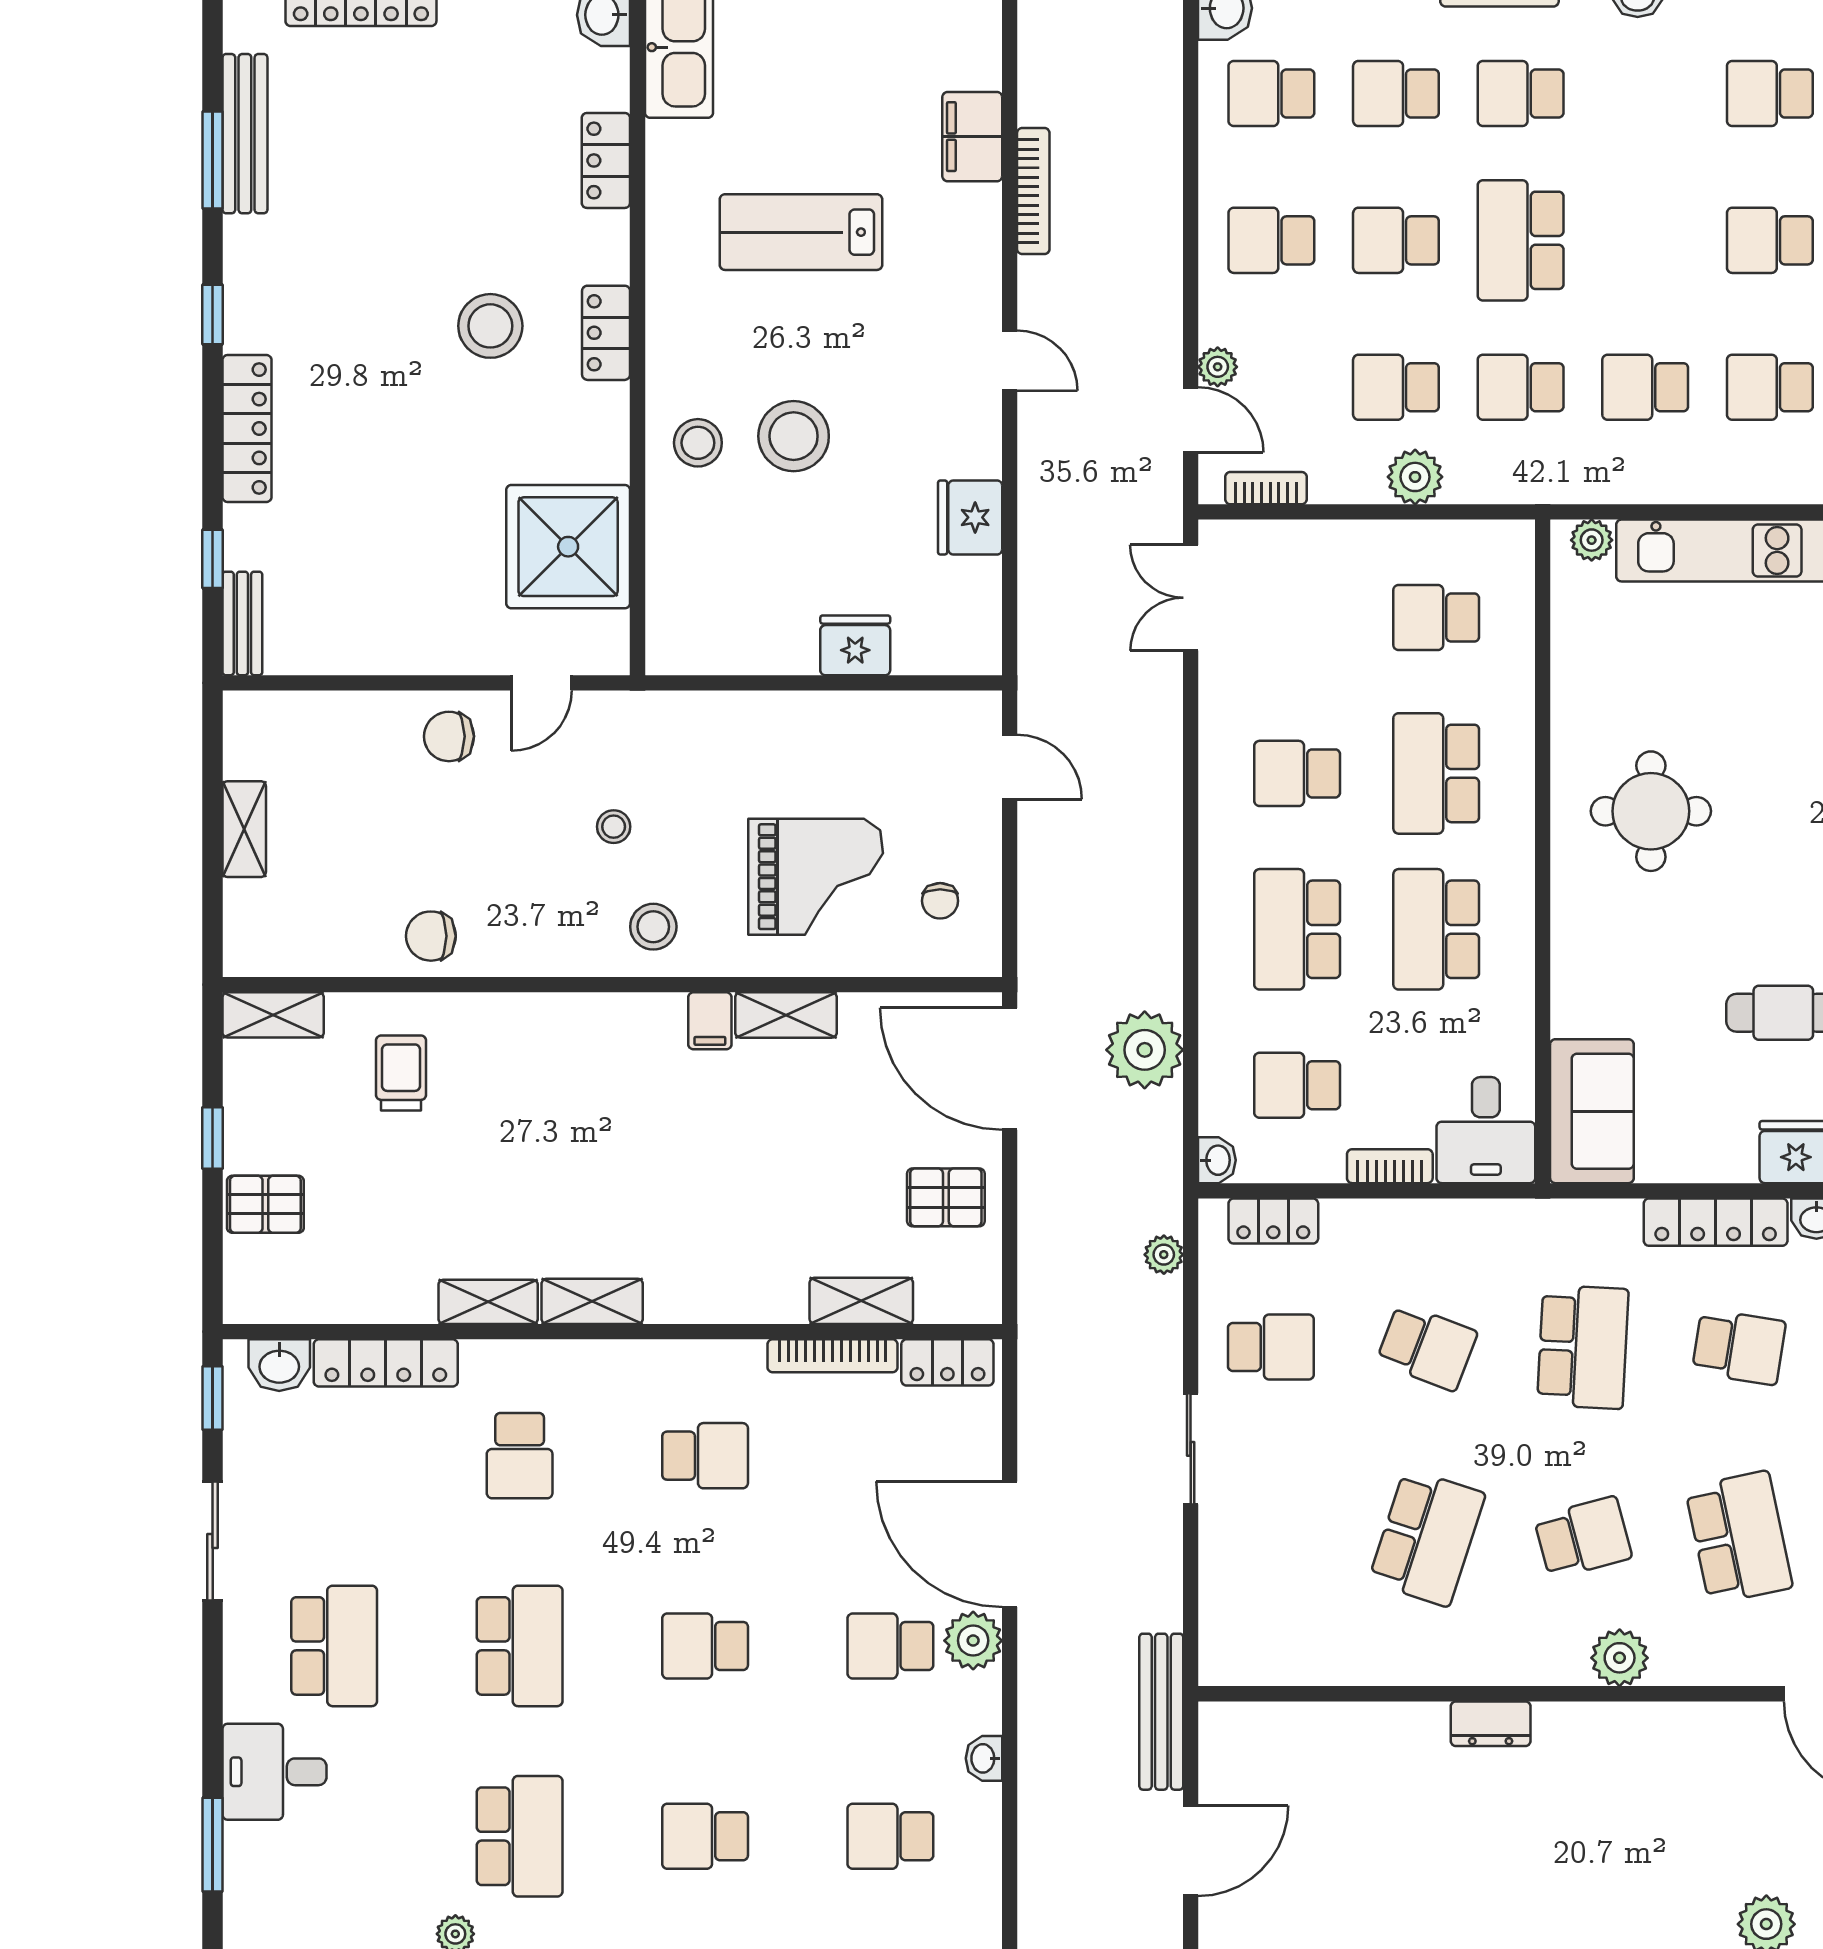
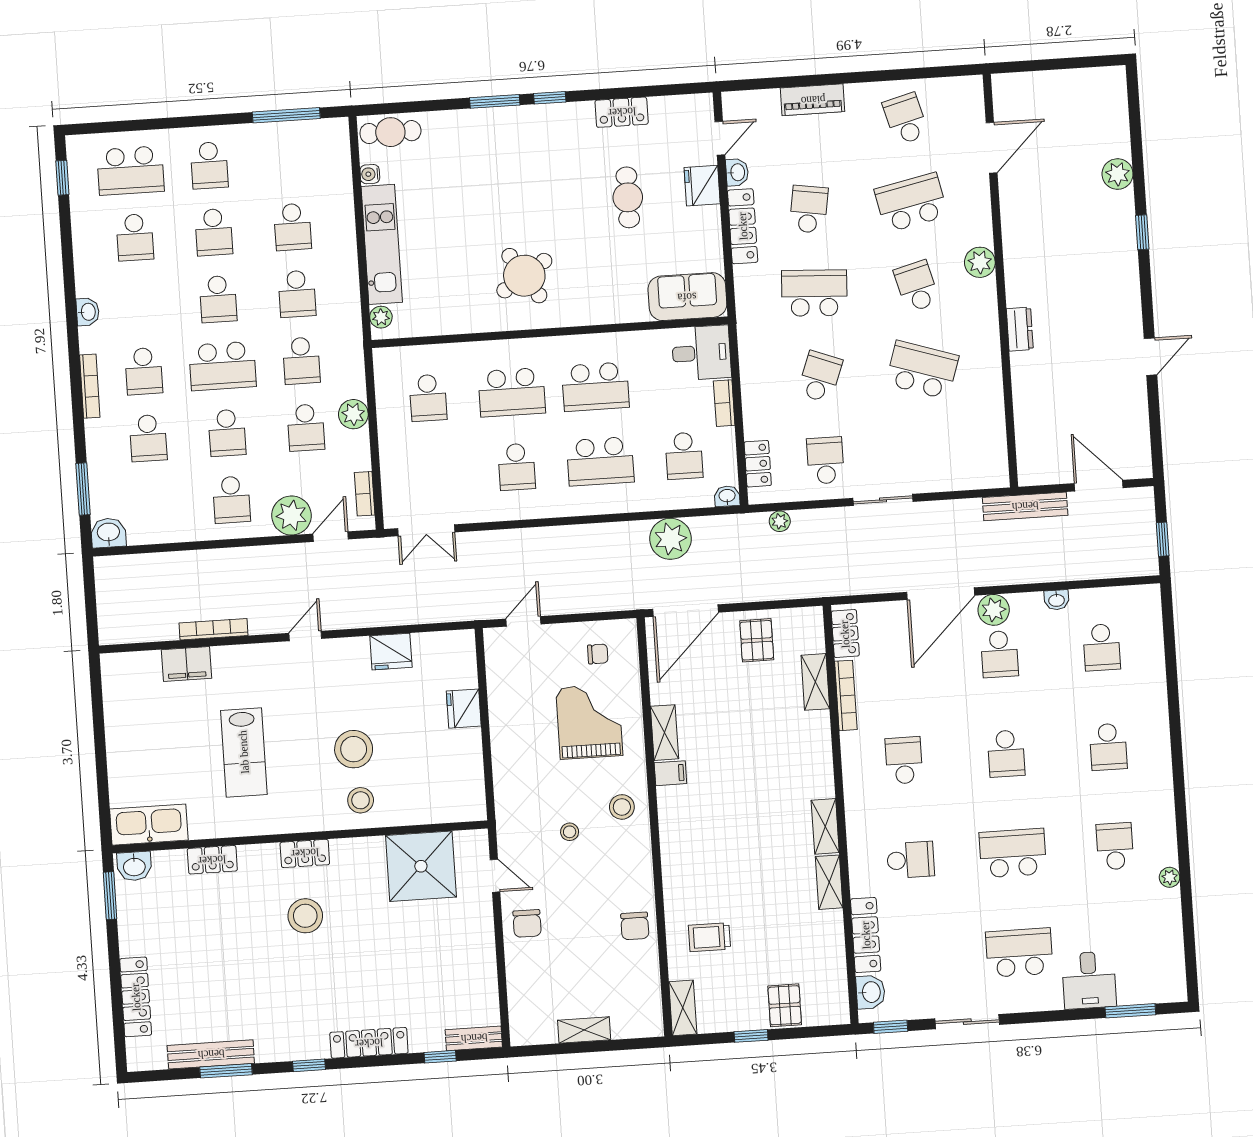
school desk: (1271, 93) -> (218, 299), moved
plant: (1218, 367) -> (292, 515), width x1.88, depth x1.88
round table: (1651, 811) -> (524, 276), turned -33
school desk: (520, 1836) -> (1115, 846), width x0.54

